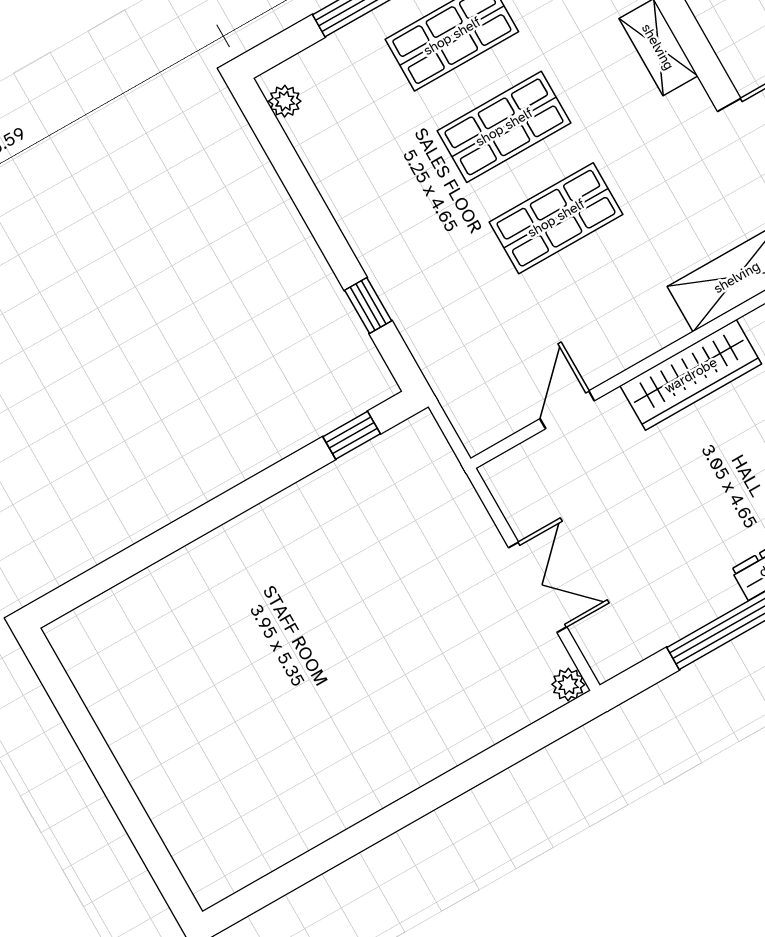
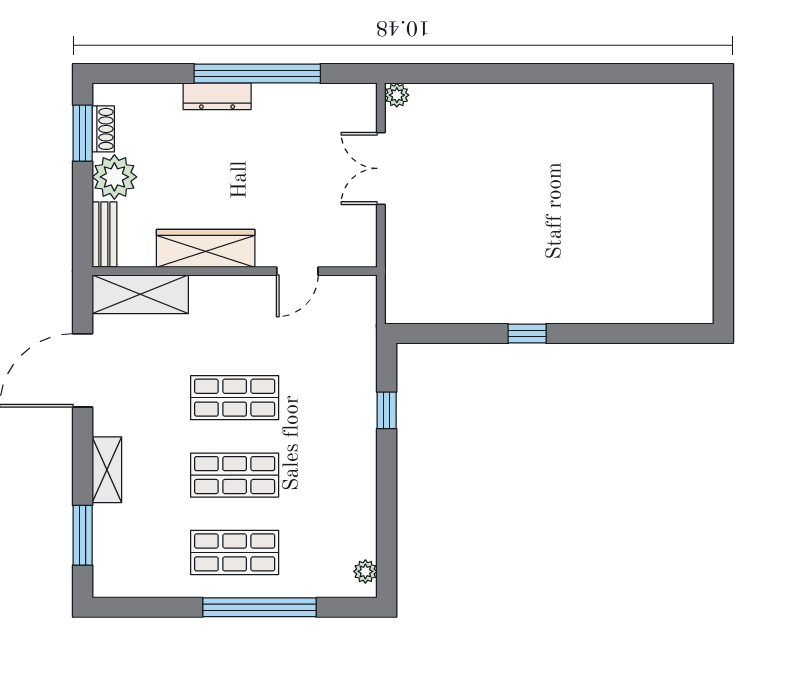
window: (352, 435) -> (527, 333), moved

